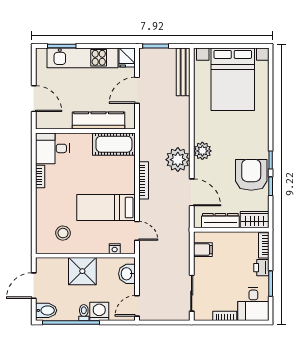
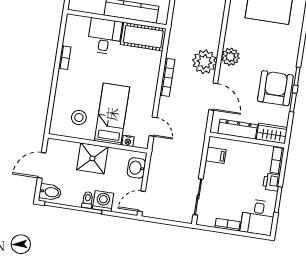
desk: (52, 148) -> (105, 36), moved, turned 90
bed: (106, 208) -> (112, 114), moved, turned 90

